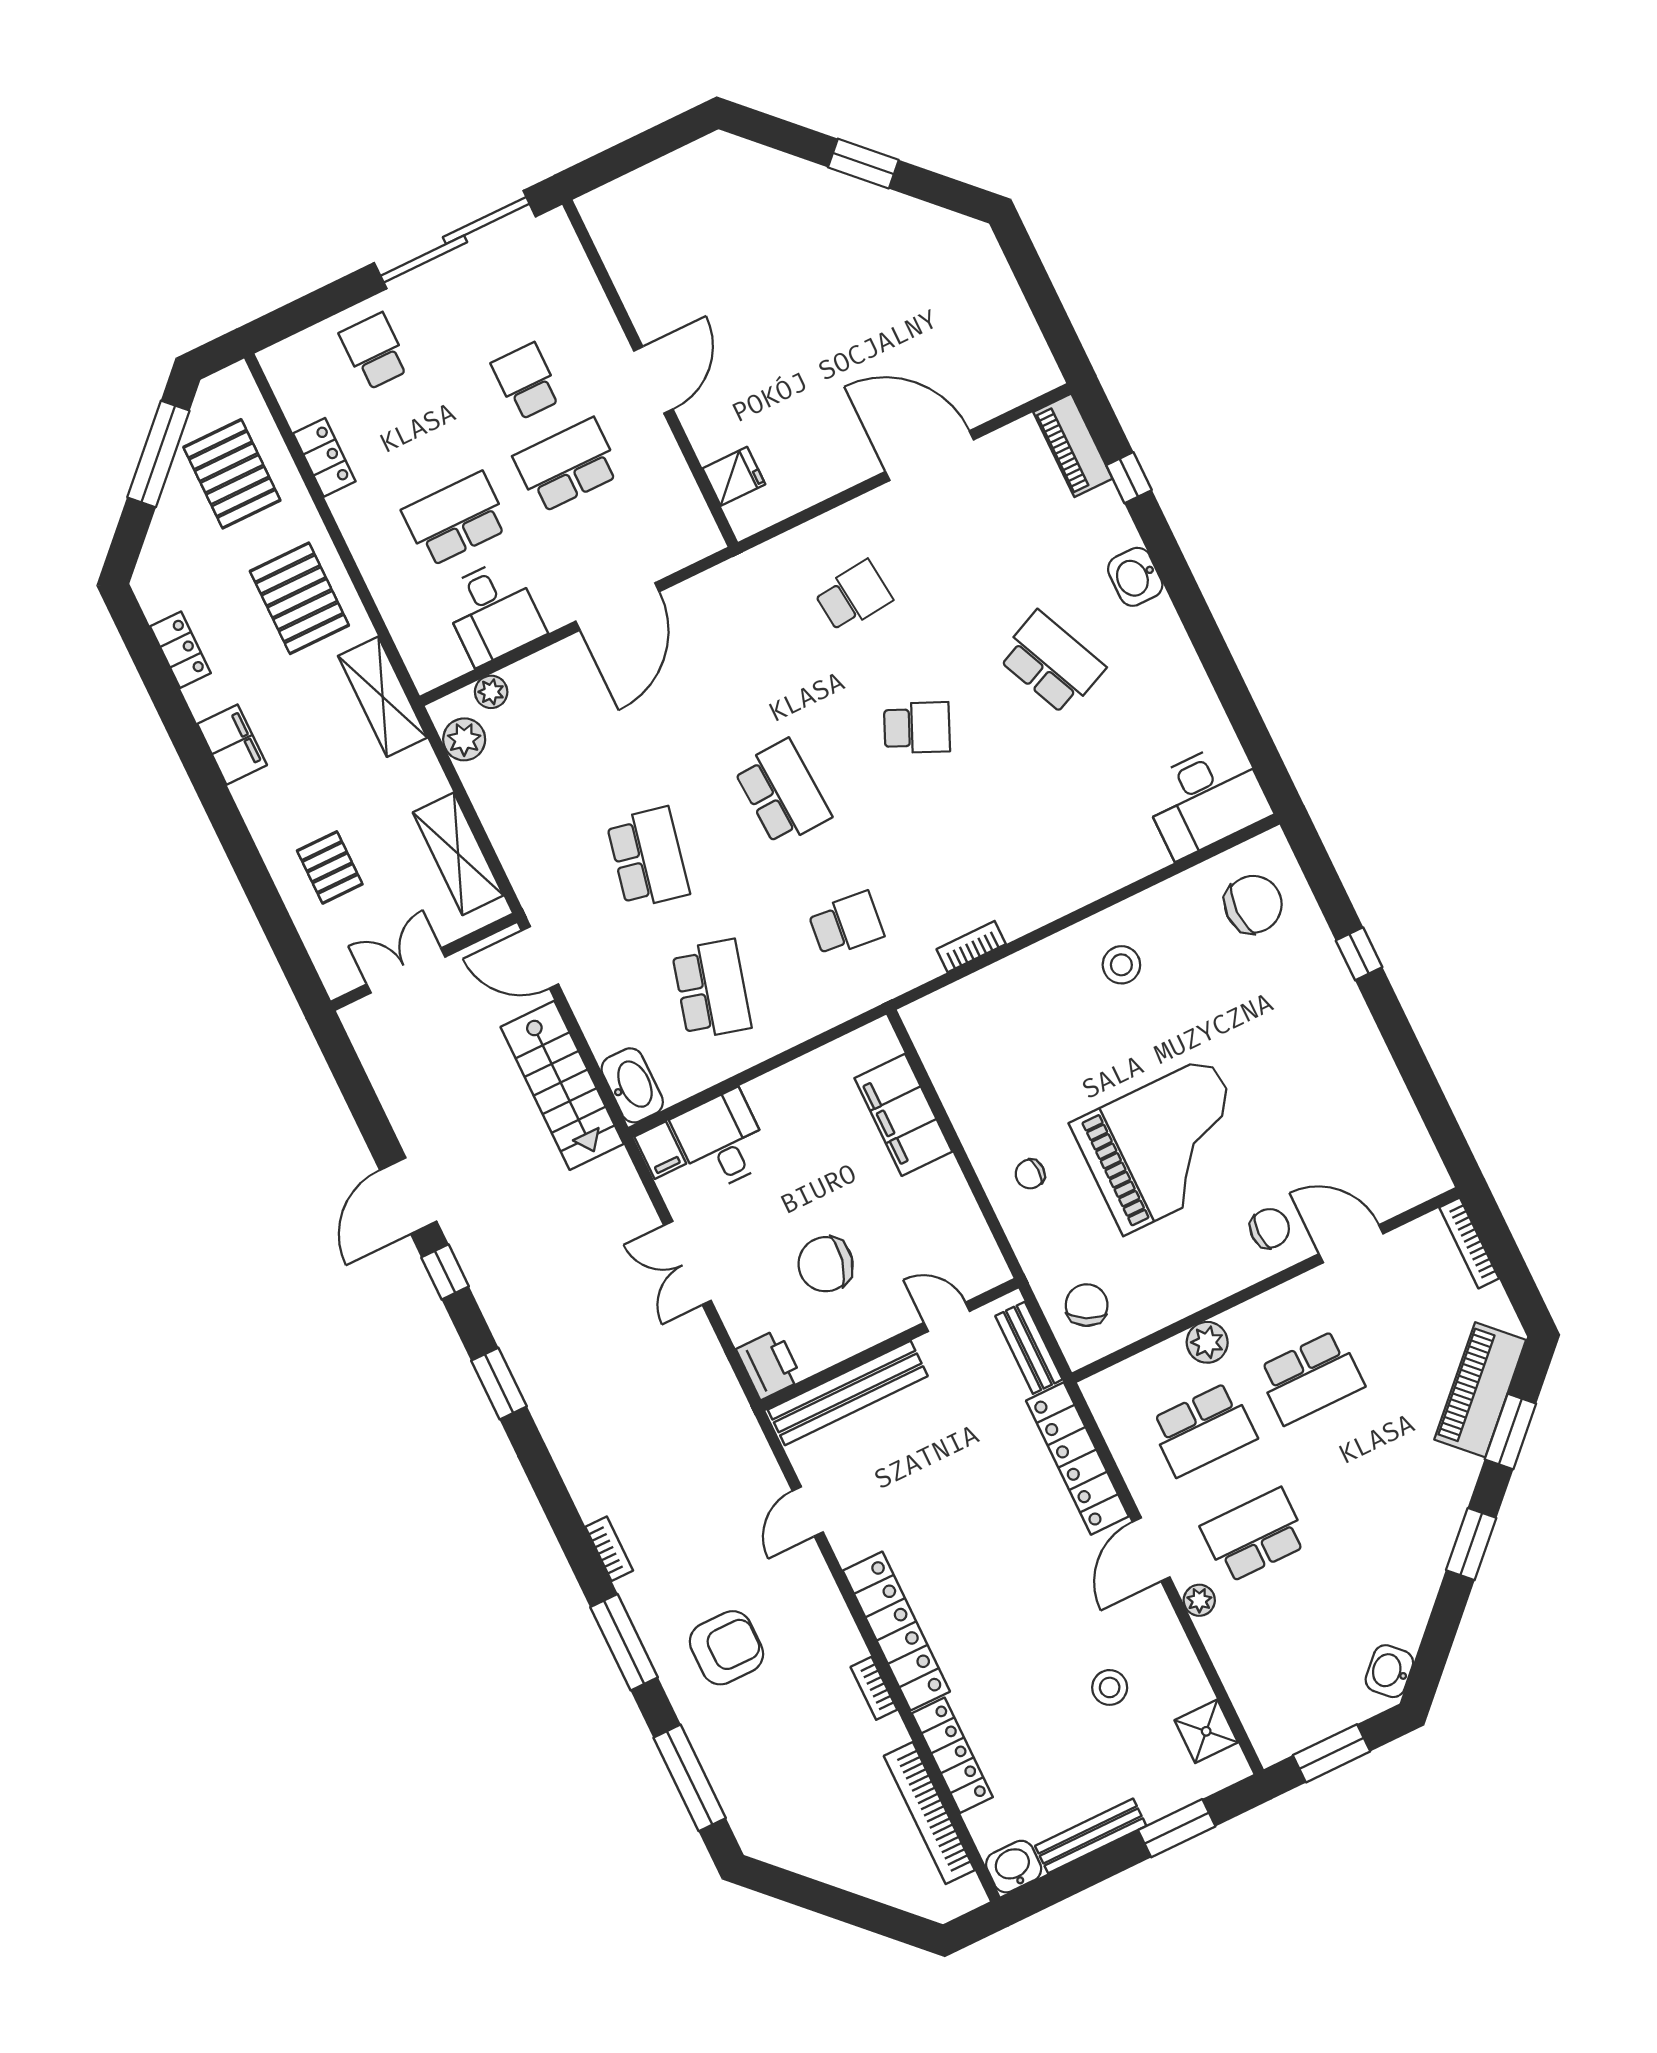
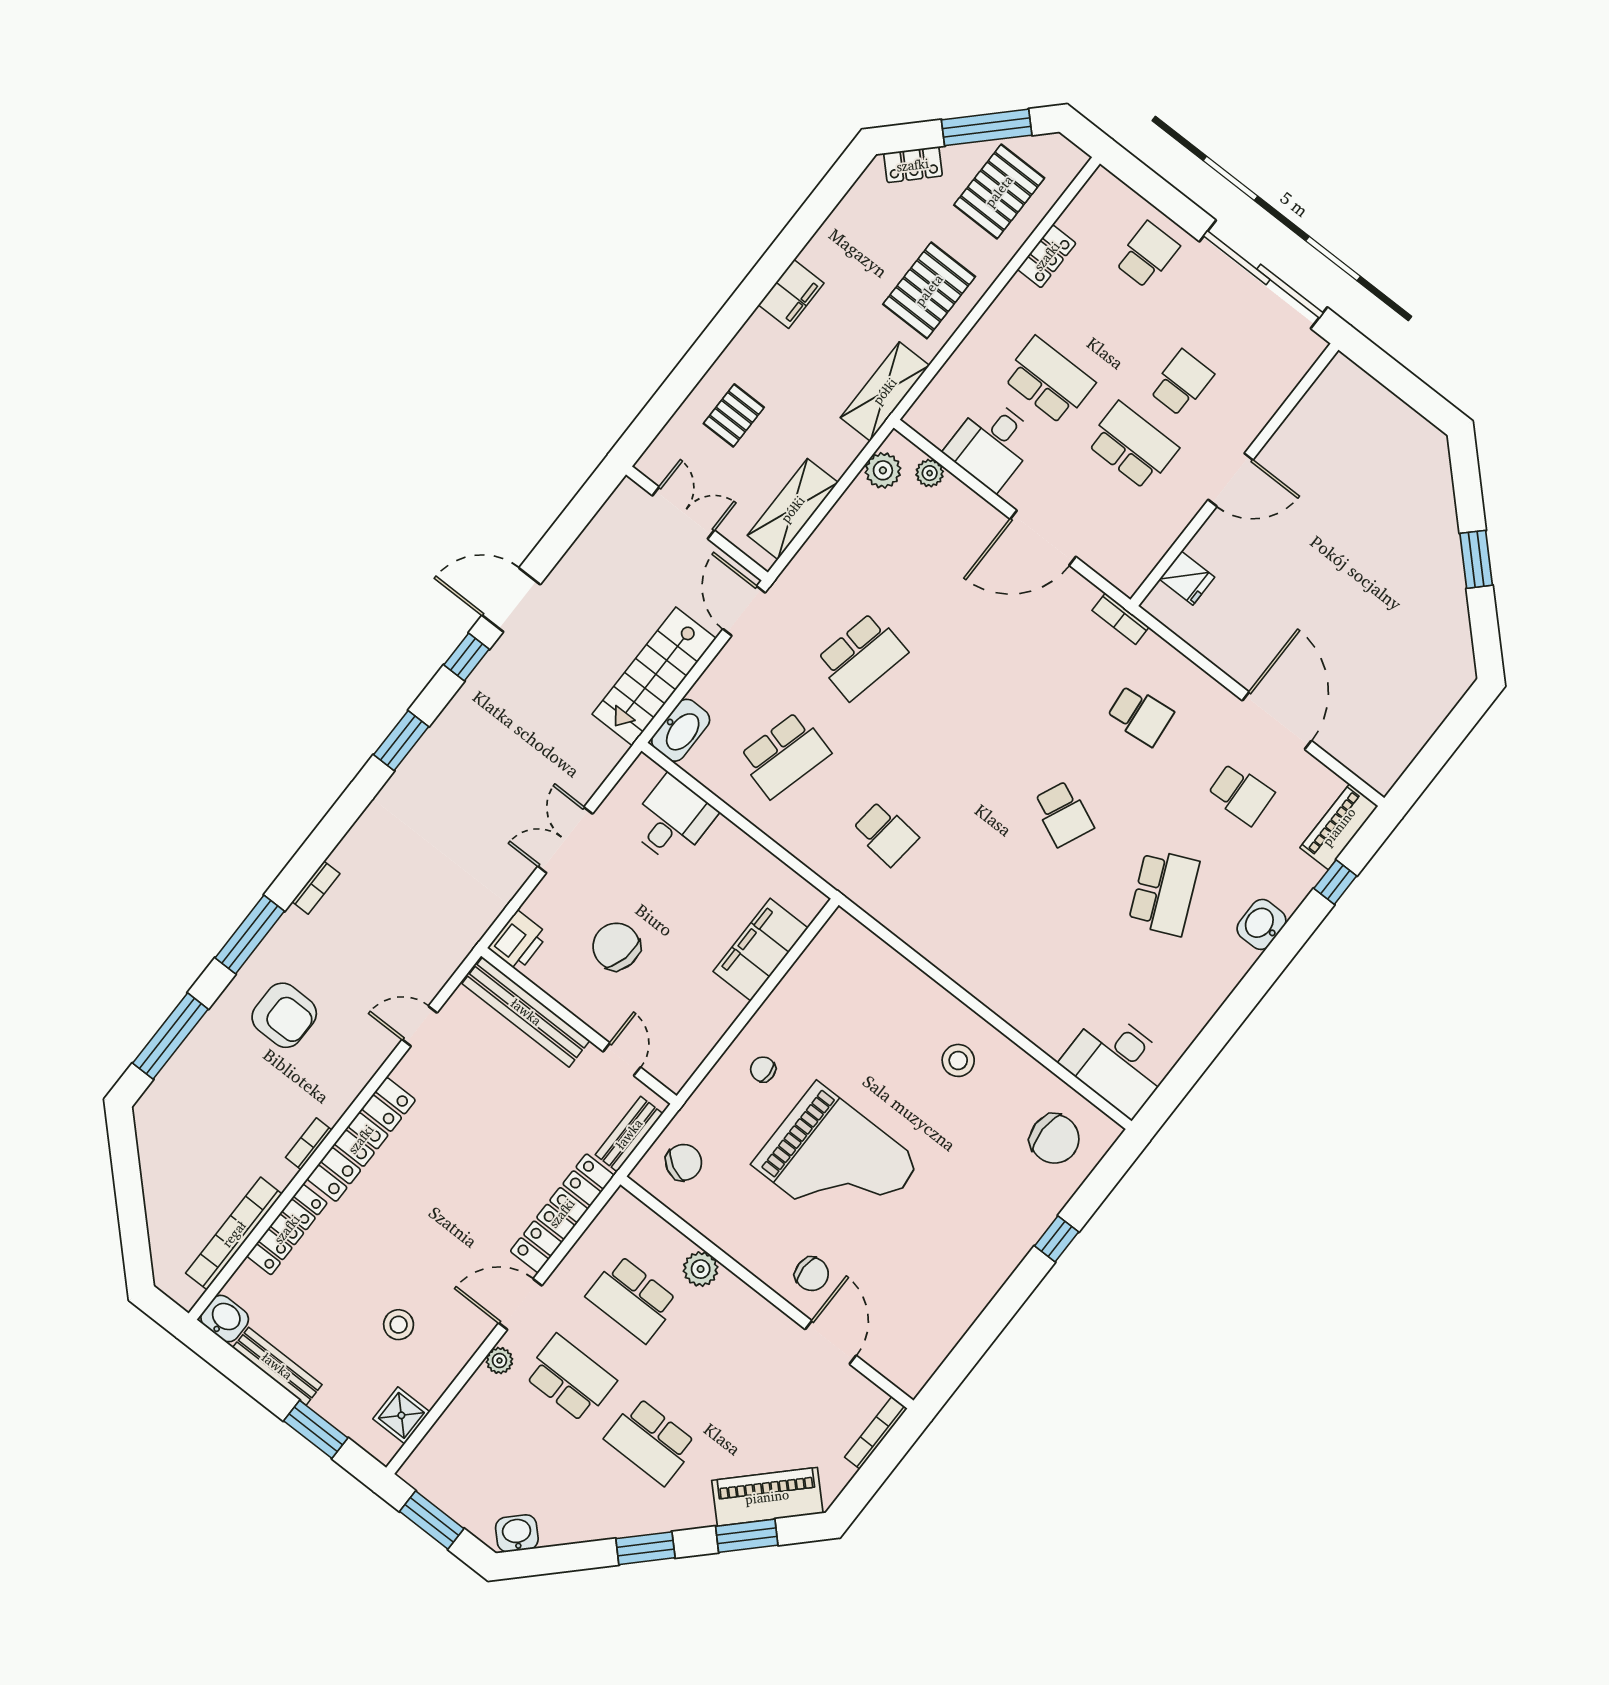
locker: (180, 650) -> (913, 165), moved, turned 45
school desk: (782, 793) -> (1241, 794), moved, width x0.54
bookcase: (971, 947) -> (1121, 619), moved, turned 180
filing cabinet: (660, 1150) -> (641, 776), removed
school desk: (1311, 1377) -> (651, 1441), moved

